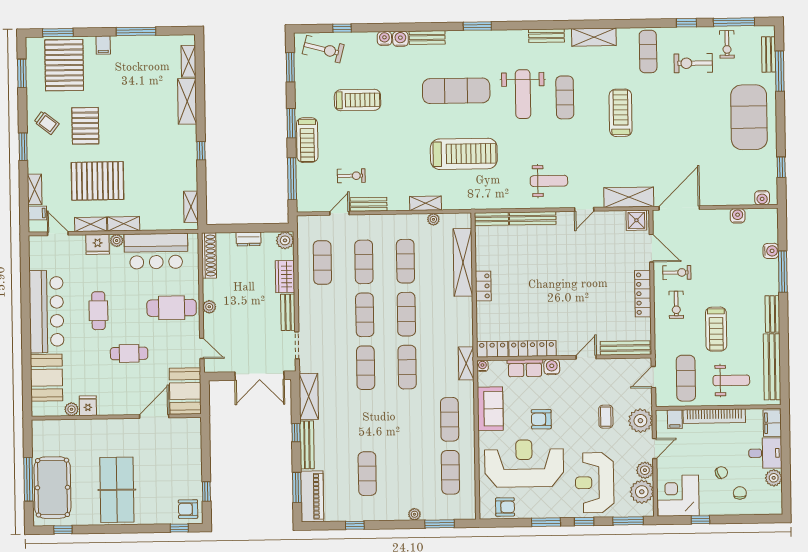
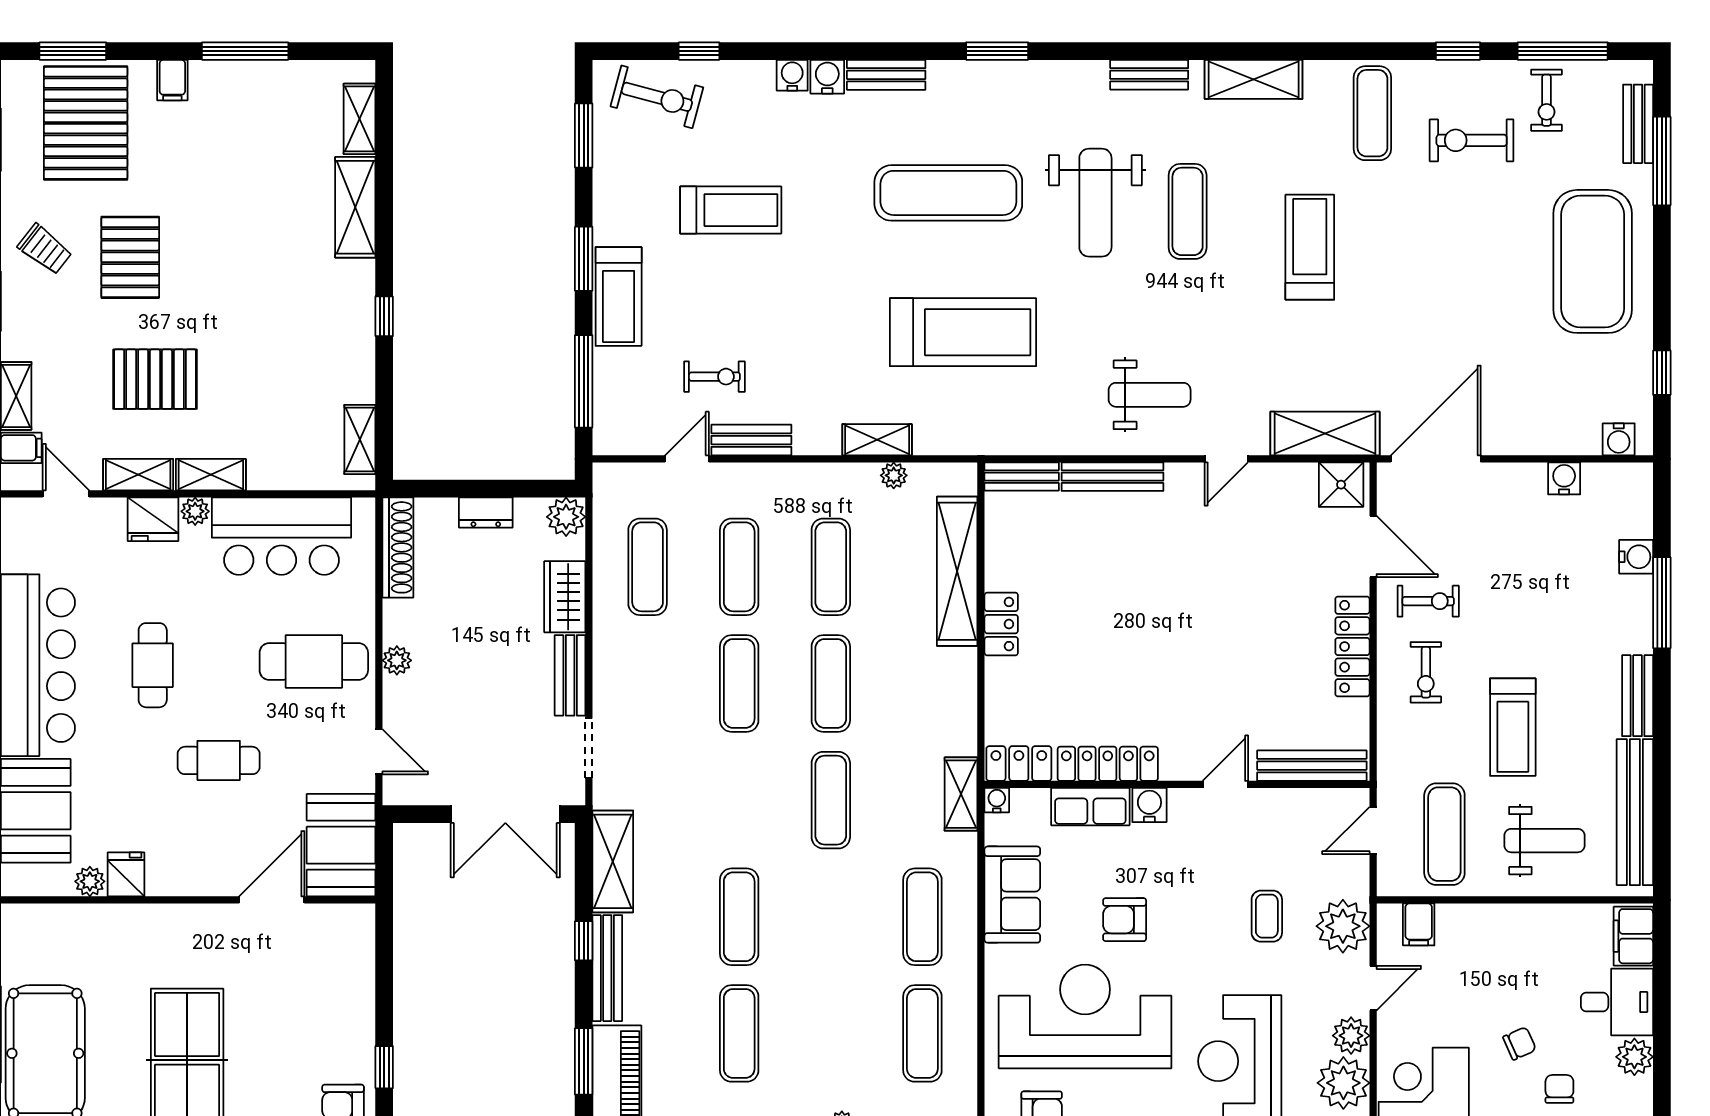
pallet: (97, 181) -> (155, 379), width x0.73, depth x0.71
exercise mat: (366, 368) -> (739, 917), moved
bookcase: (714, 416) -> (1506, 919), removed

